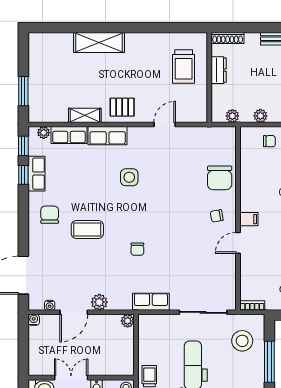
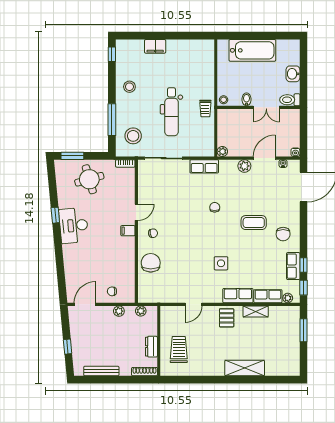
pallet: (122, 107) -> (227, 318), turned 90

